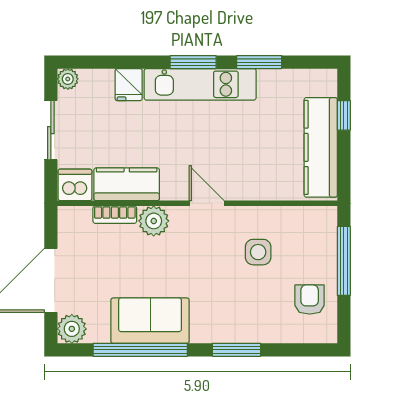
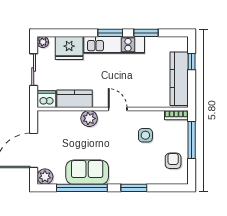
fridge: (129, 85) -> (69, 48), width x1.88, depth x1.34
bookcase: (115, 215) -> (176, 115), moved

